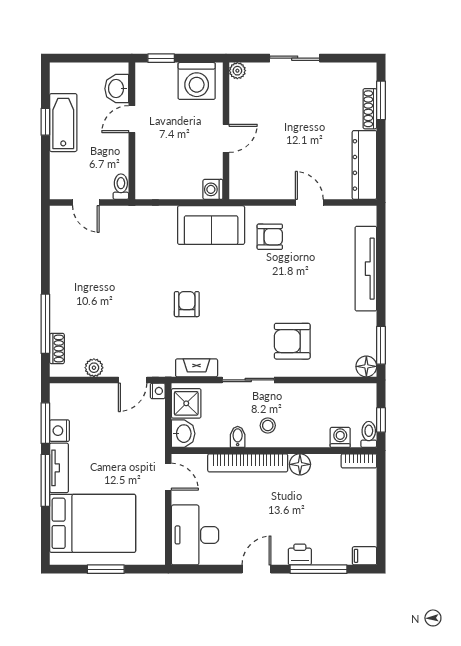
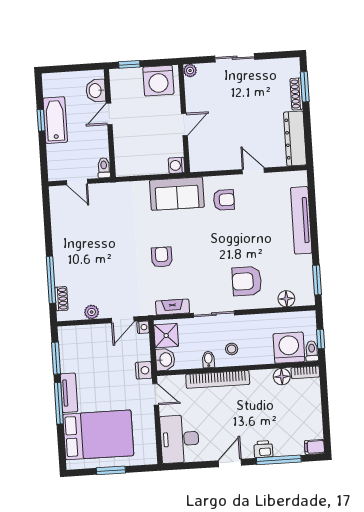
floor lamp: (366, 366) -> (286, 299), moved
nightstand: (60, 431) -> (144, 370), moved, turned 180
washing machine: (340, 437) -> (289, 348), width x1.89, depth x1.89
floor lamp: (300, 464) -> (282, 377), moved

